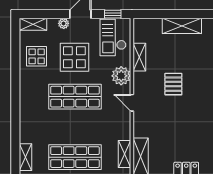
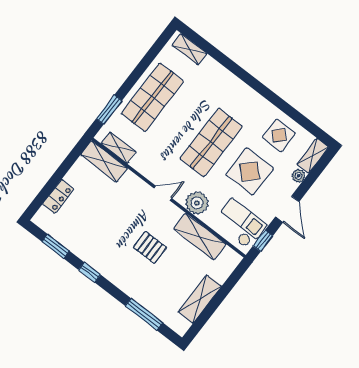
plant: (64, 23) -> (299, 176), moved
shelving: (139, 57) -> (200, 237), width x1.50, depth x1.33

